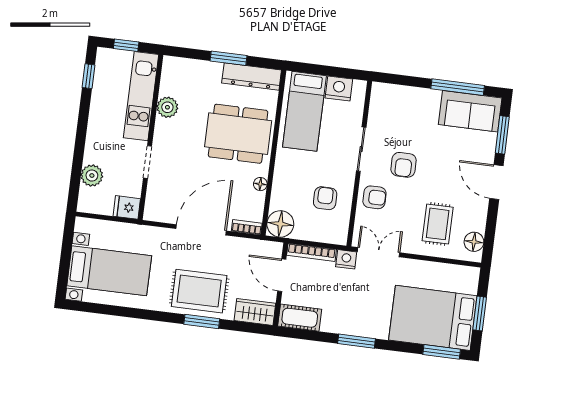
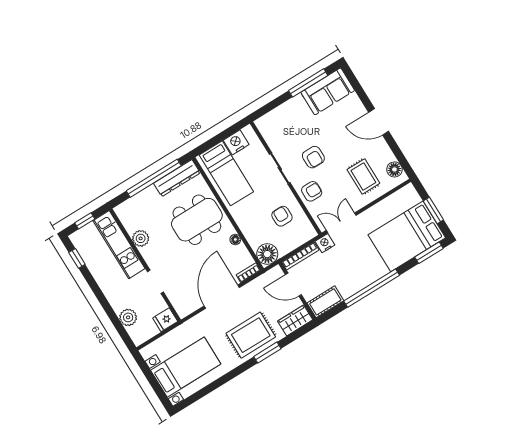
window: (228, 58) -> (154, 178), width x2.11
window: (502, 135) -> (359, 90), removed
window: (356, 341) -> (372, 288), width x2.11

